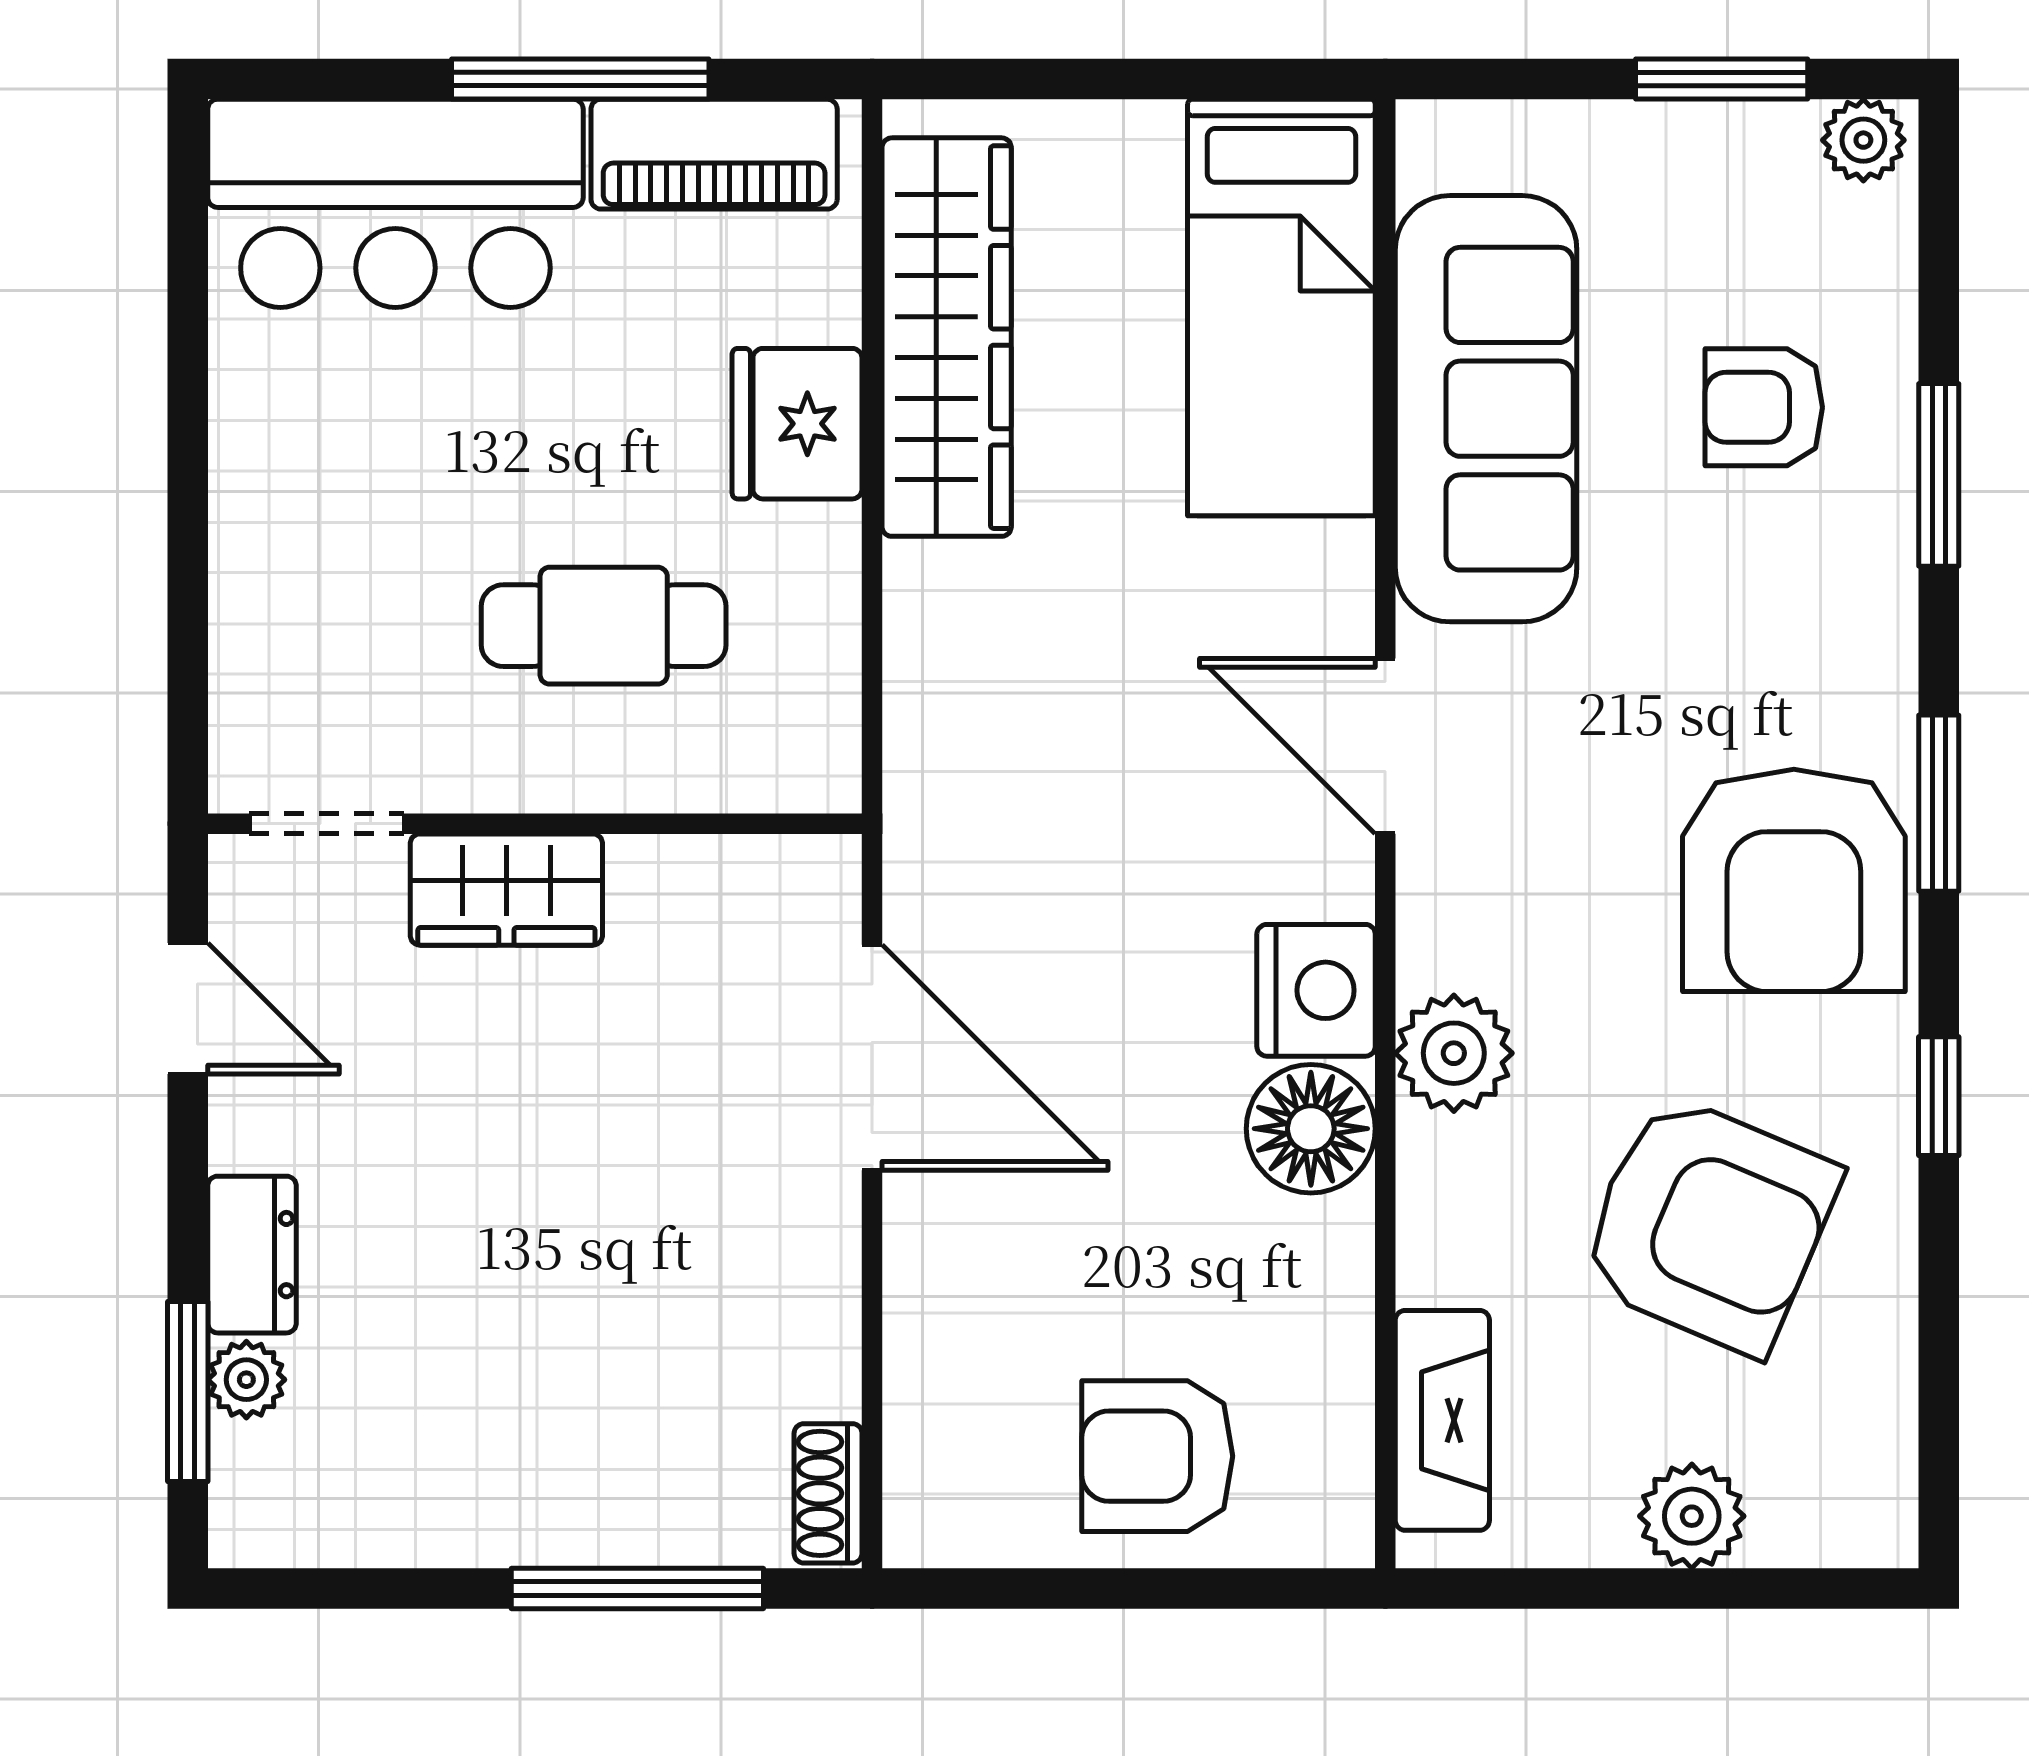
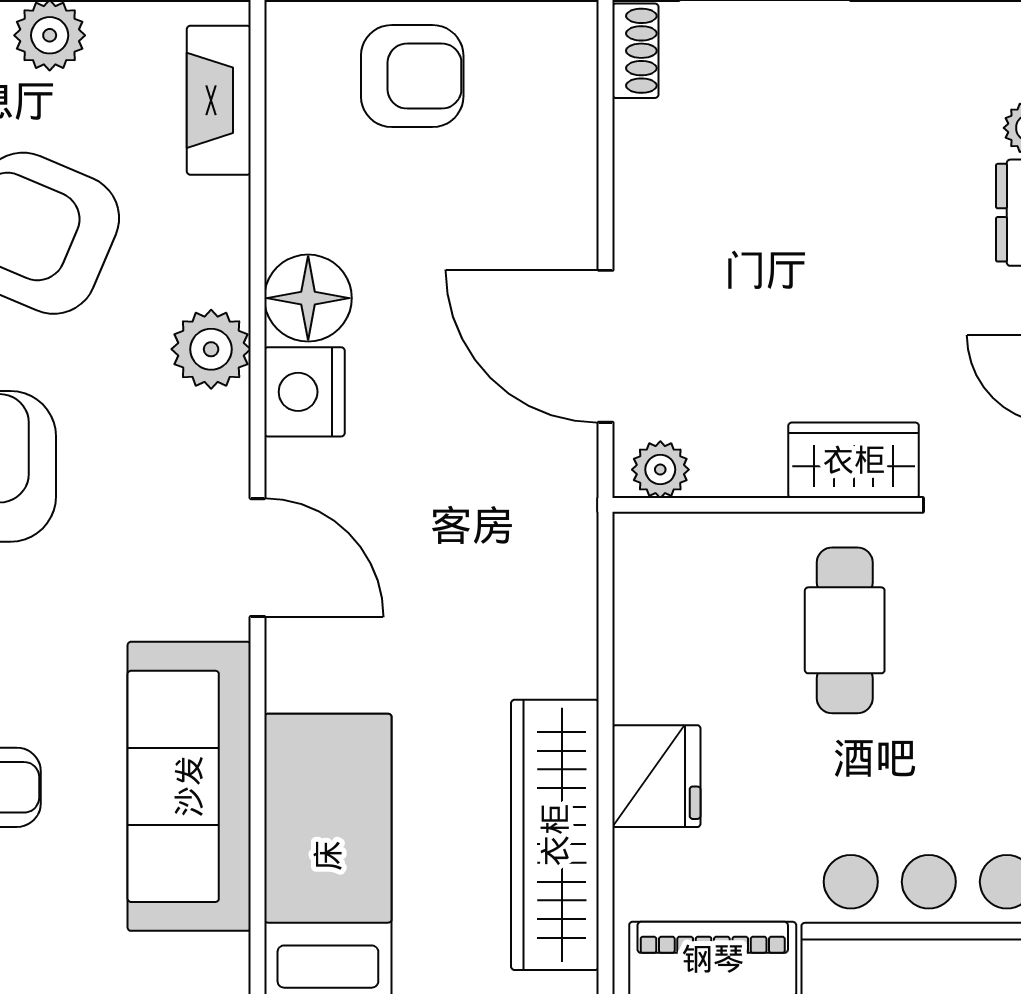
cafe table: (604, 626) -> (845, 630), moved, turned 90
plant: (791, 876) -> (660, 470), added

